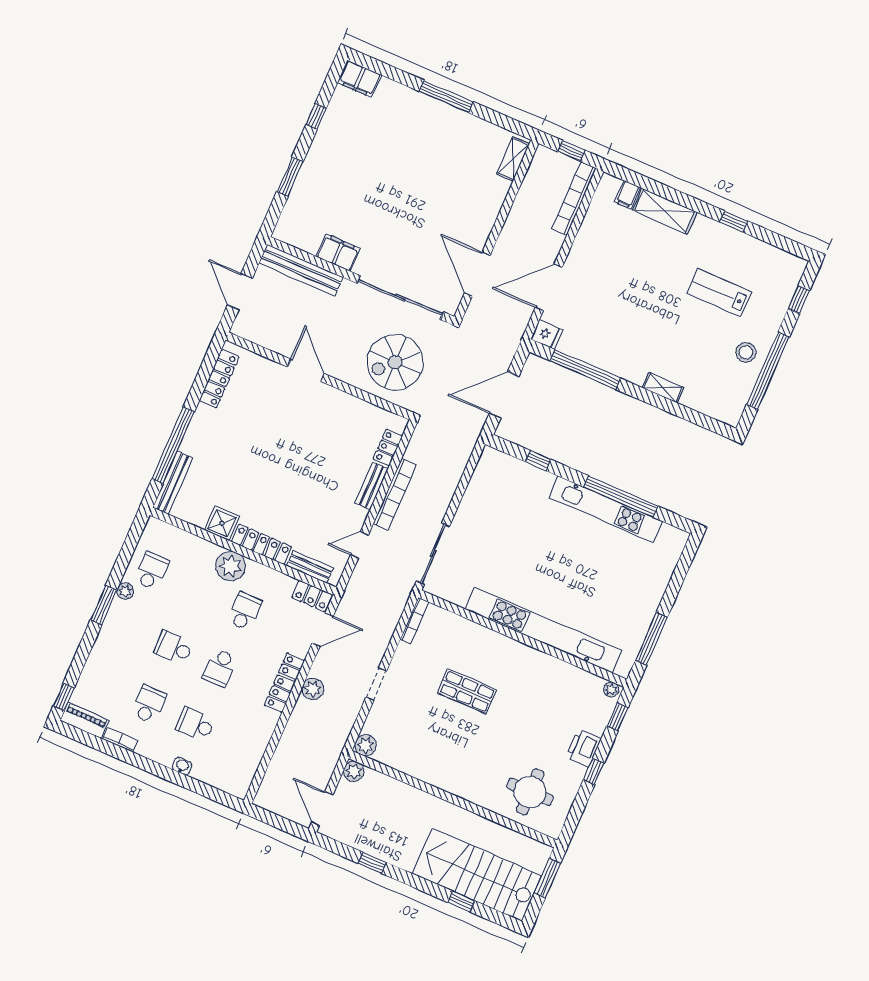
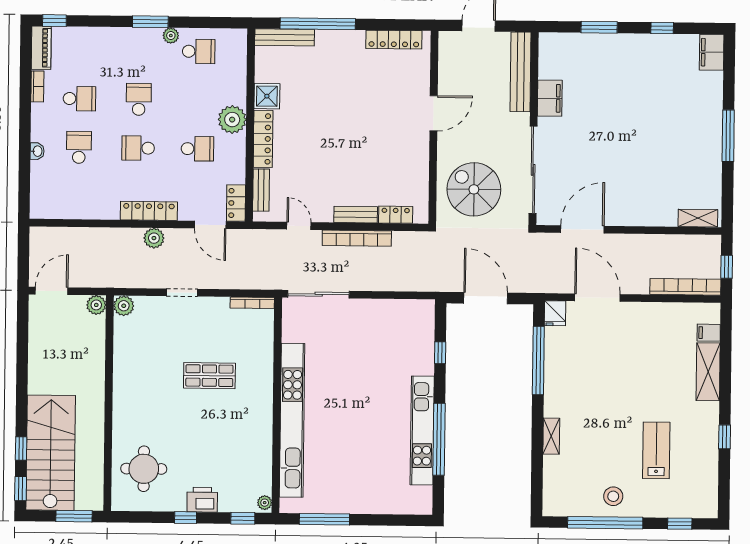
shop shelf: (467, 691) -> (209, 376), turned 90
window: (372, 863) -> (21, 488), moved

